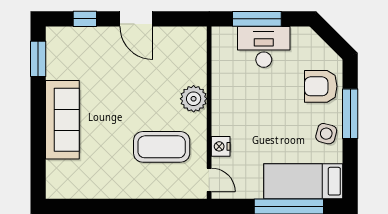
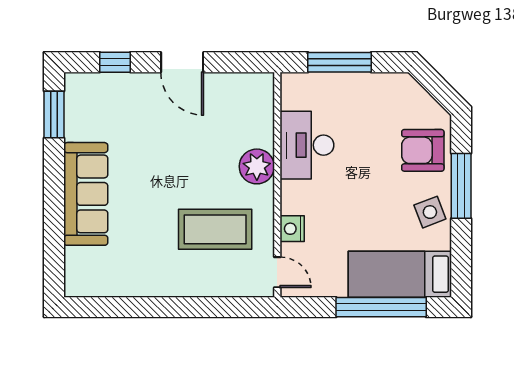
desk: (264, 47) -> (307, 145), moved, turned -90
side table: (326, 134) -> (430, 212), turned -36

